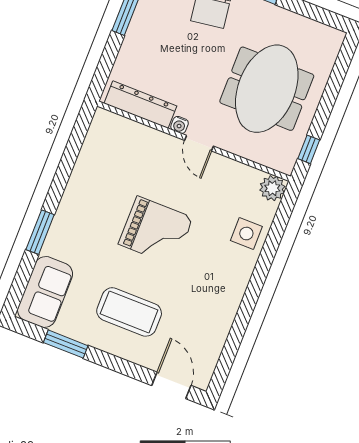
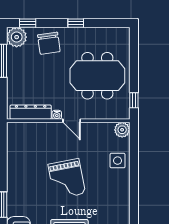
meeting table: (267, 89) -> (97, 76), turned 90
grand piano: (156, 231) -> (67, 179), turned 79

